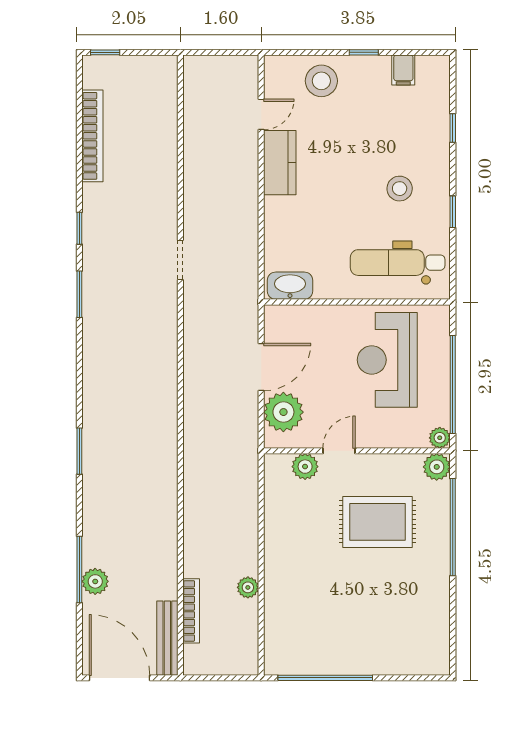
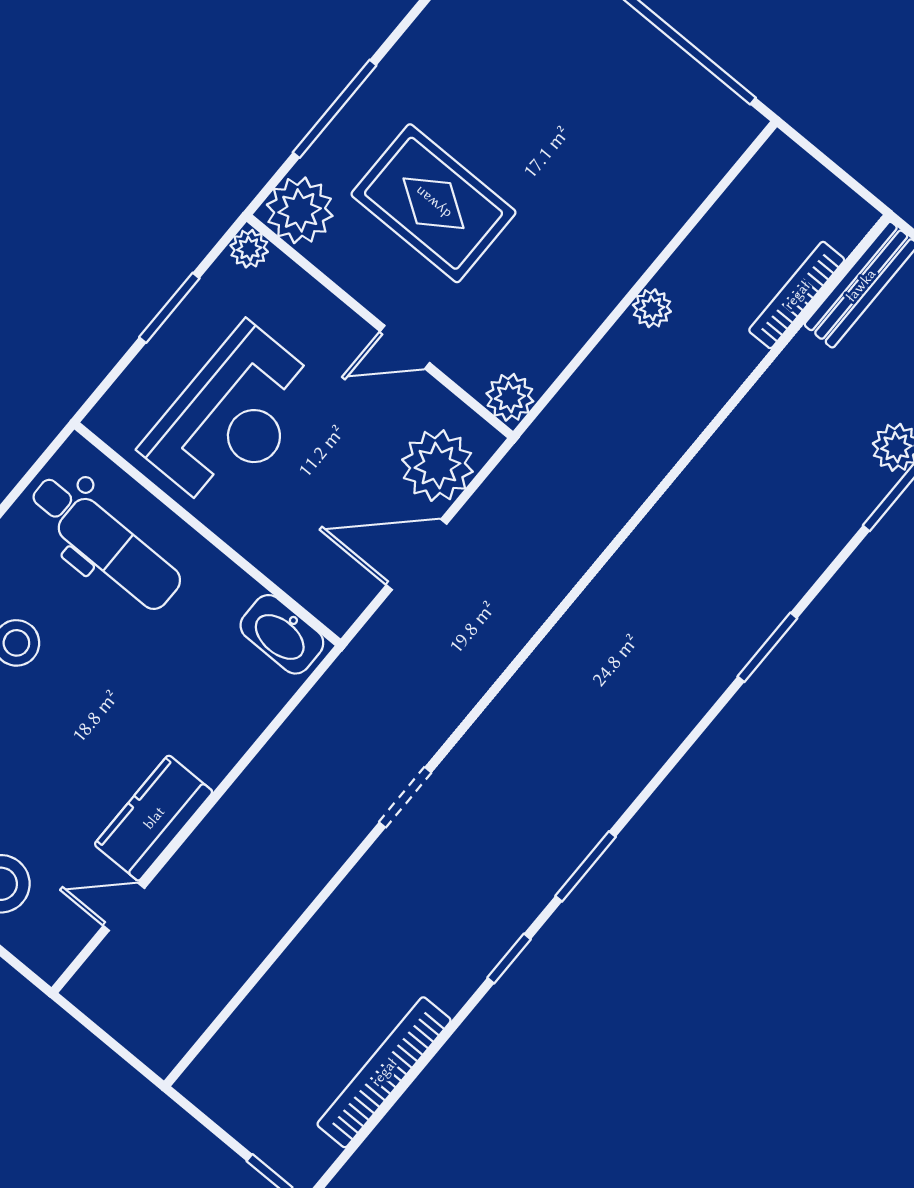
window: (453, 385) -> (169, 308), width x0.47
plant: (305, 467) -> (510, 397), moved
plant: (437, 467) -> (300, 210), width x1.36, depth x1.36
window: (453, 527) -> (335, 109), width x0.68
plant: (248, 587) -> (652, 308), moved

